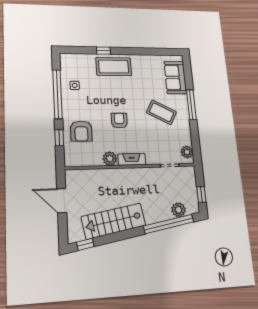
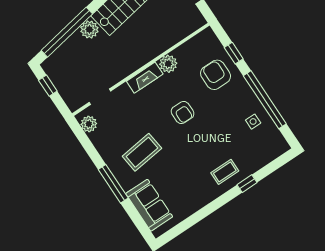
coffee table: (114, 67) -> (225, 172), width x0.54, depth x0.58
coffee table: (162, 112) -> (142, 152), turned -35
plant: (178, 210) -> (89, 29), moved

